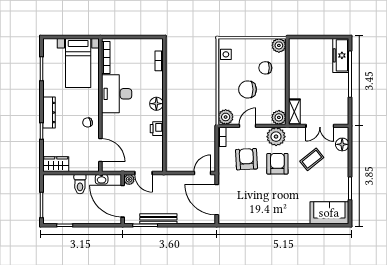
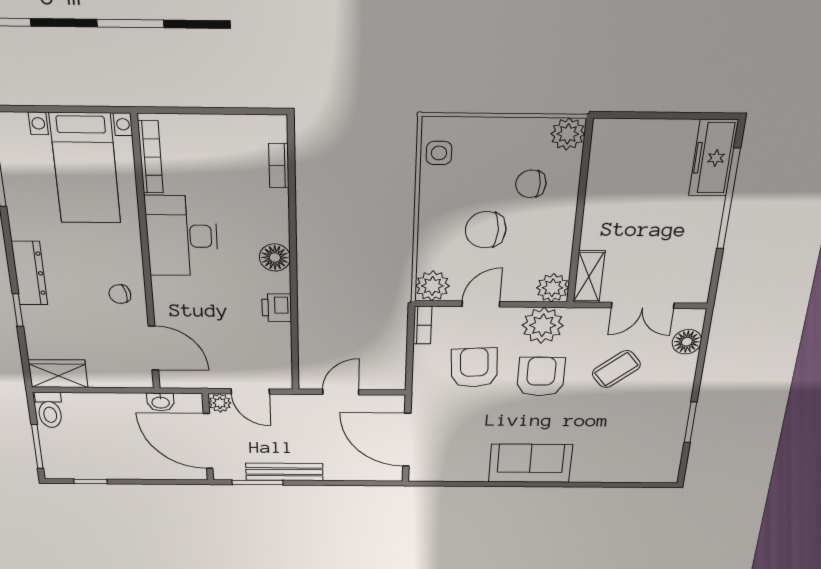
door: (202, 173) -> (341, 392), moved
toilet: (80, 184) -> (50, 410), moved
sofa: (329, 213) -> (530, 463), moved

